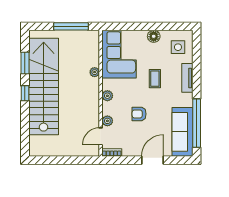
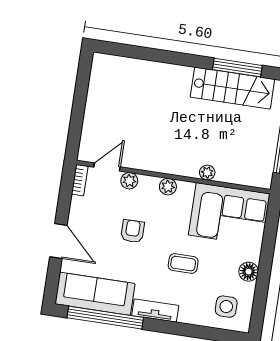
window: (25, 63) -> (237, 68), width x1.44
tv unit: (187, 78) -> (155, 311), moved
stairs: (44, 87) -> (232, 88), width x0.54, depth x0.66
window: (25, 93) -> (191, 61), removed
door: (101, 136) -> (107, 167), hinge flipped

